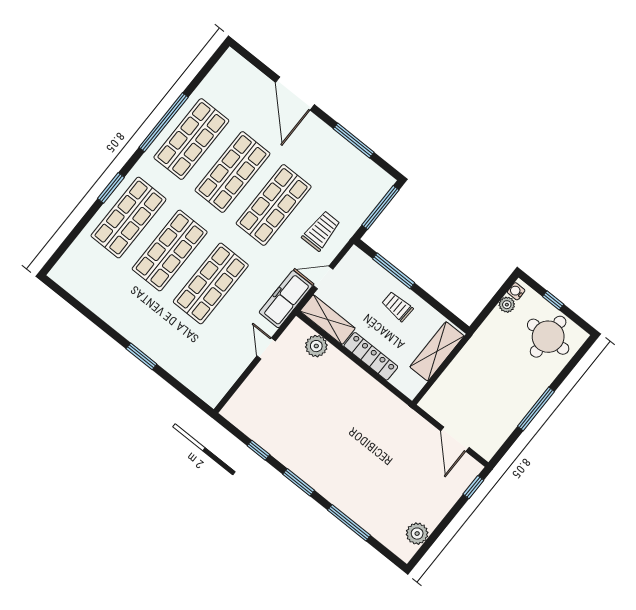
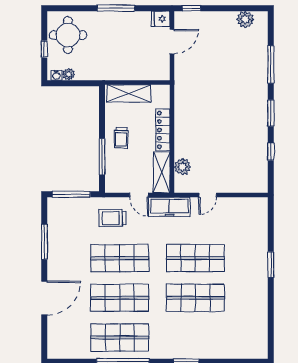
shop shelf: (128, 218) -> (195, 337), removed
fridge: (488, 446) -> (161, 19), added

